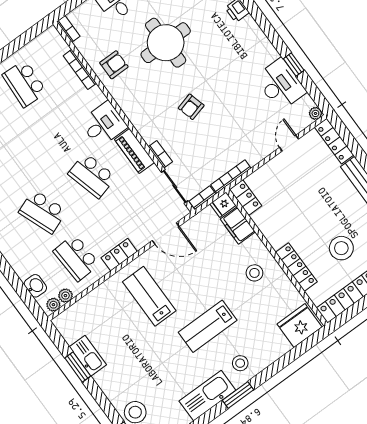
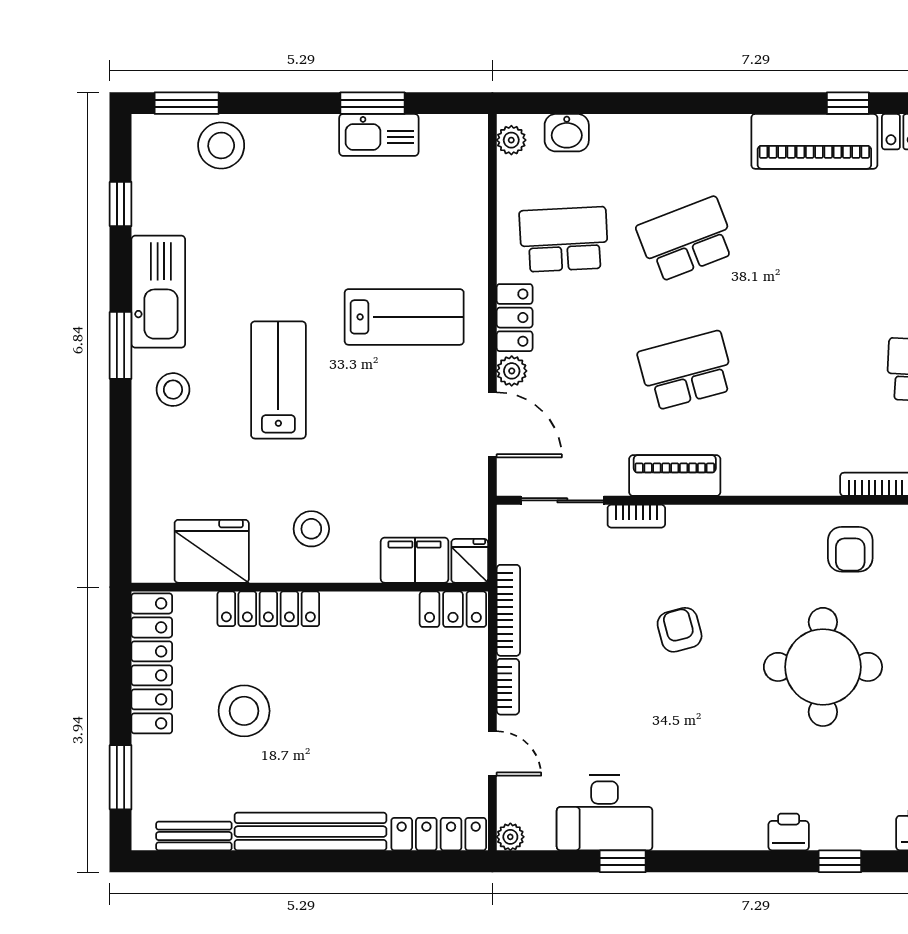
desk: (104, 124) -> (760, 456), removed
bookcase: (202, 198) -> (508, 687), moved
door: (166, 233) -> (492, 425), swing flipped
plant: (65, 296) -> (512, 371), moved
fridge: (300, 326) -> (212, 551), moved, turned -90

